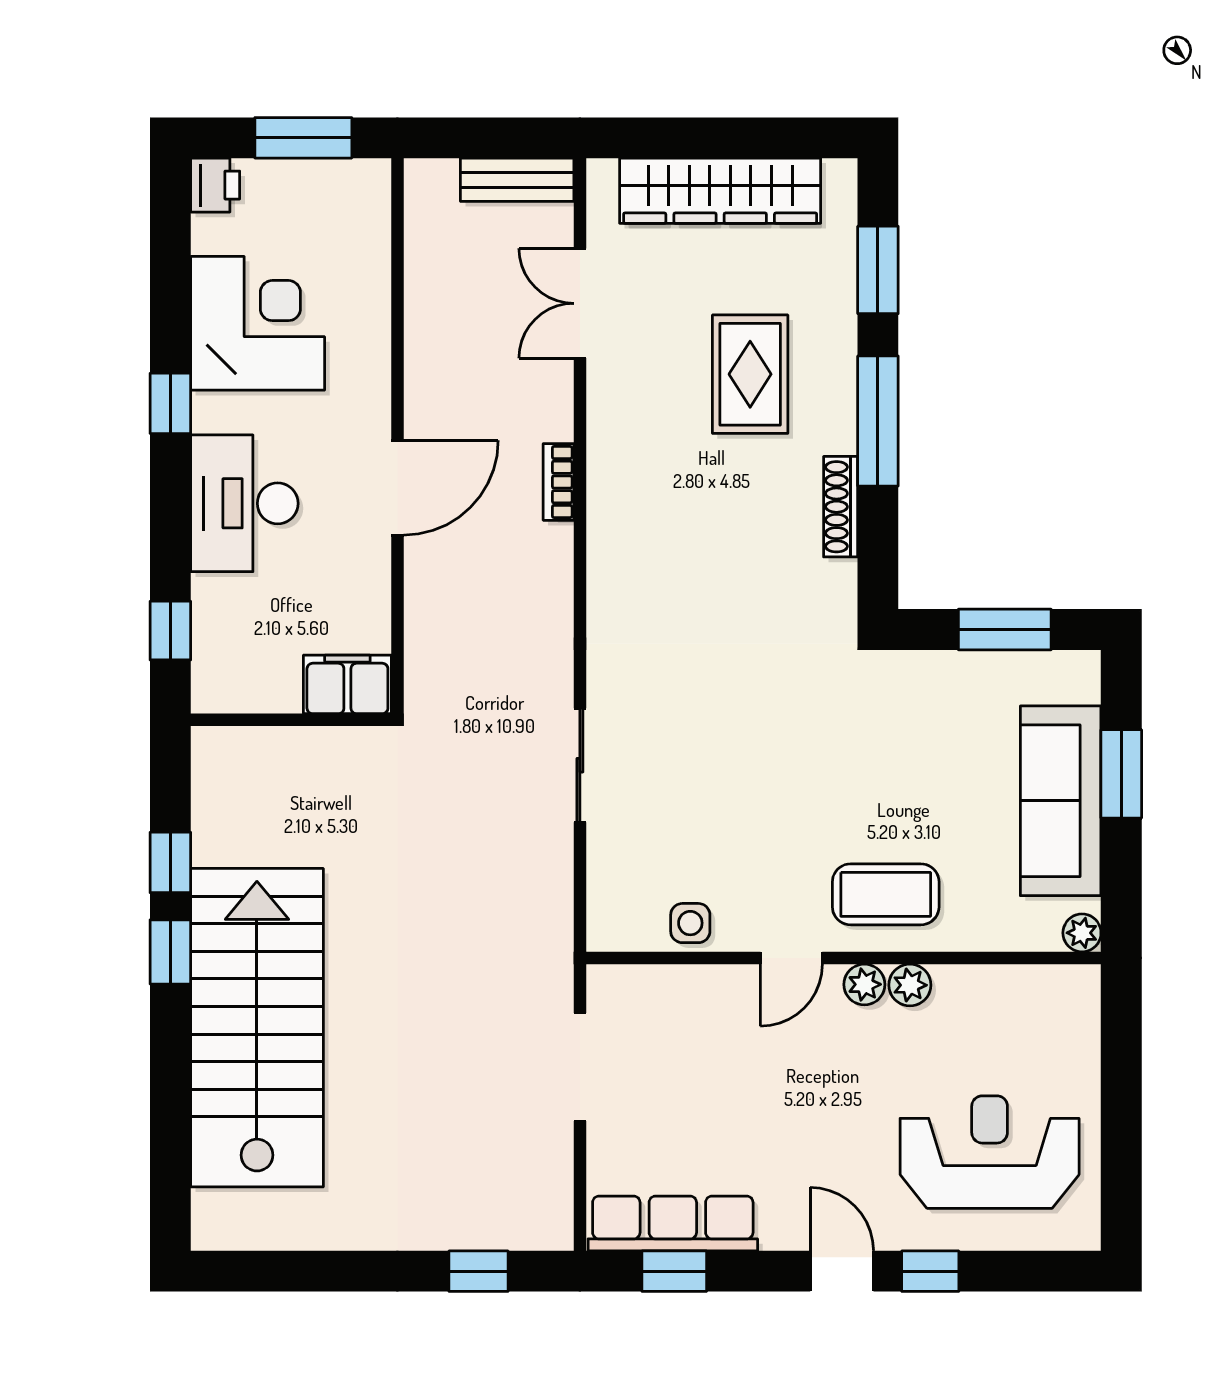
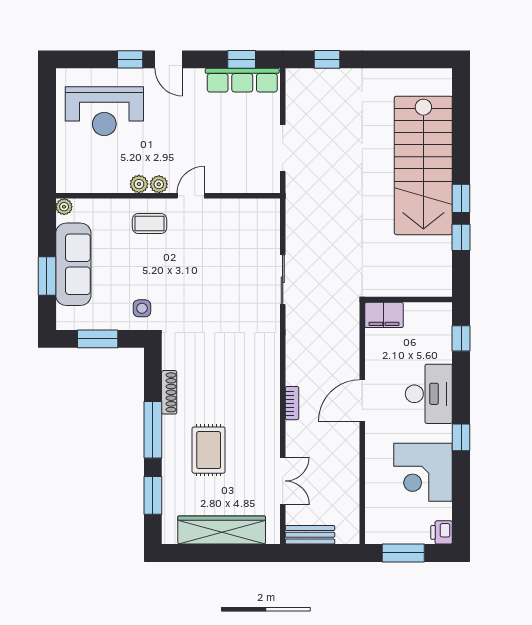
coffee table: (886, 894) -> (150, 224), width x0.73, depth x0.77
side table: (690, 923) -> (142, 308), moved

